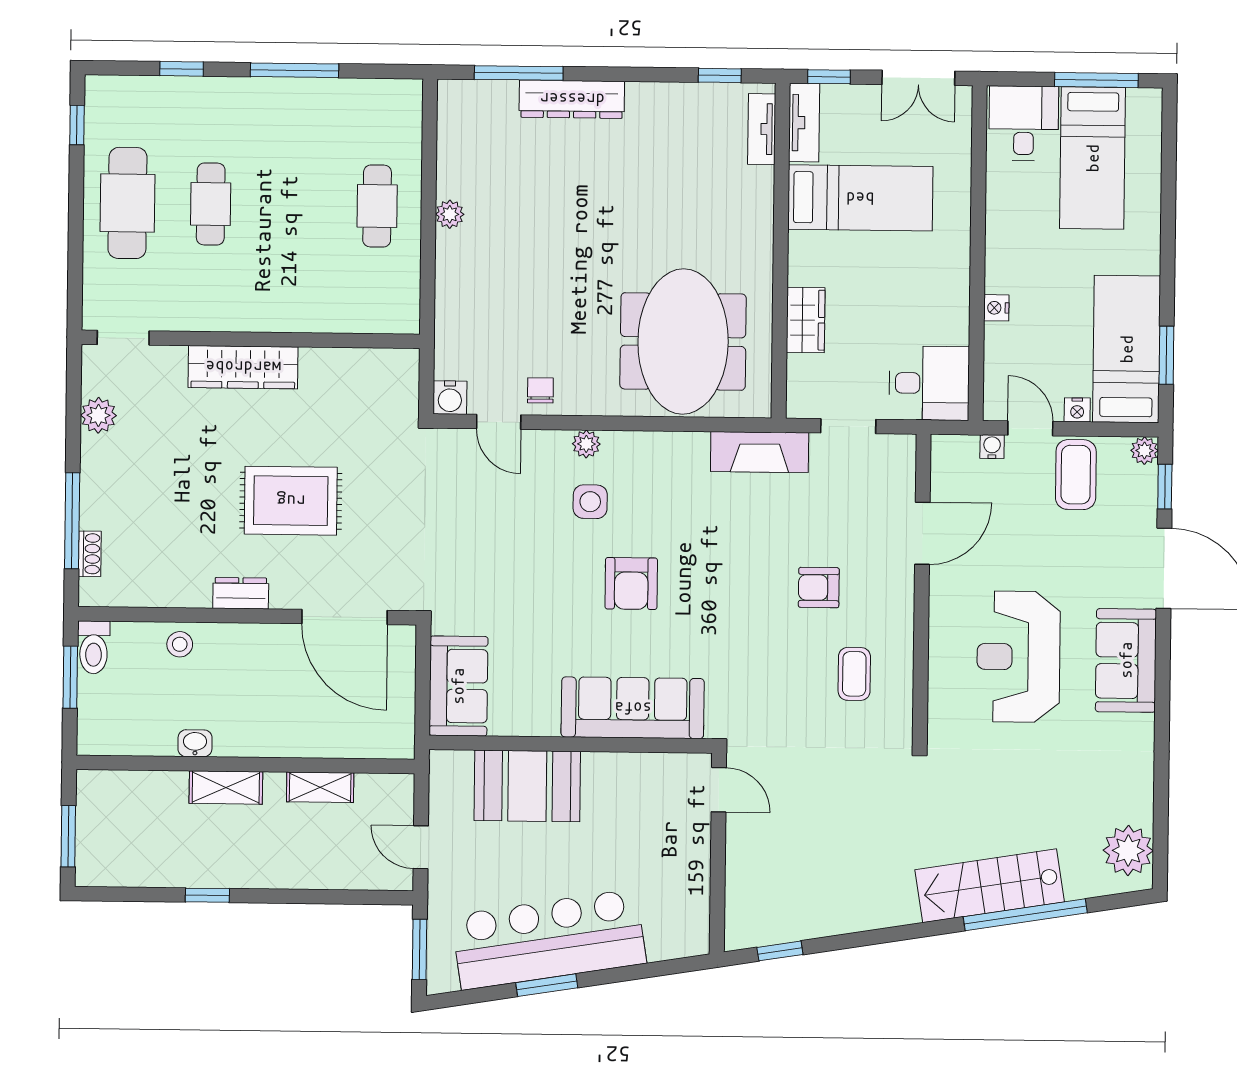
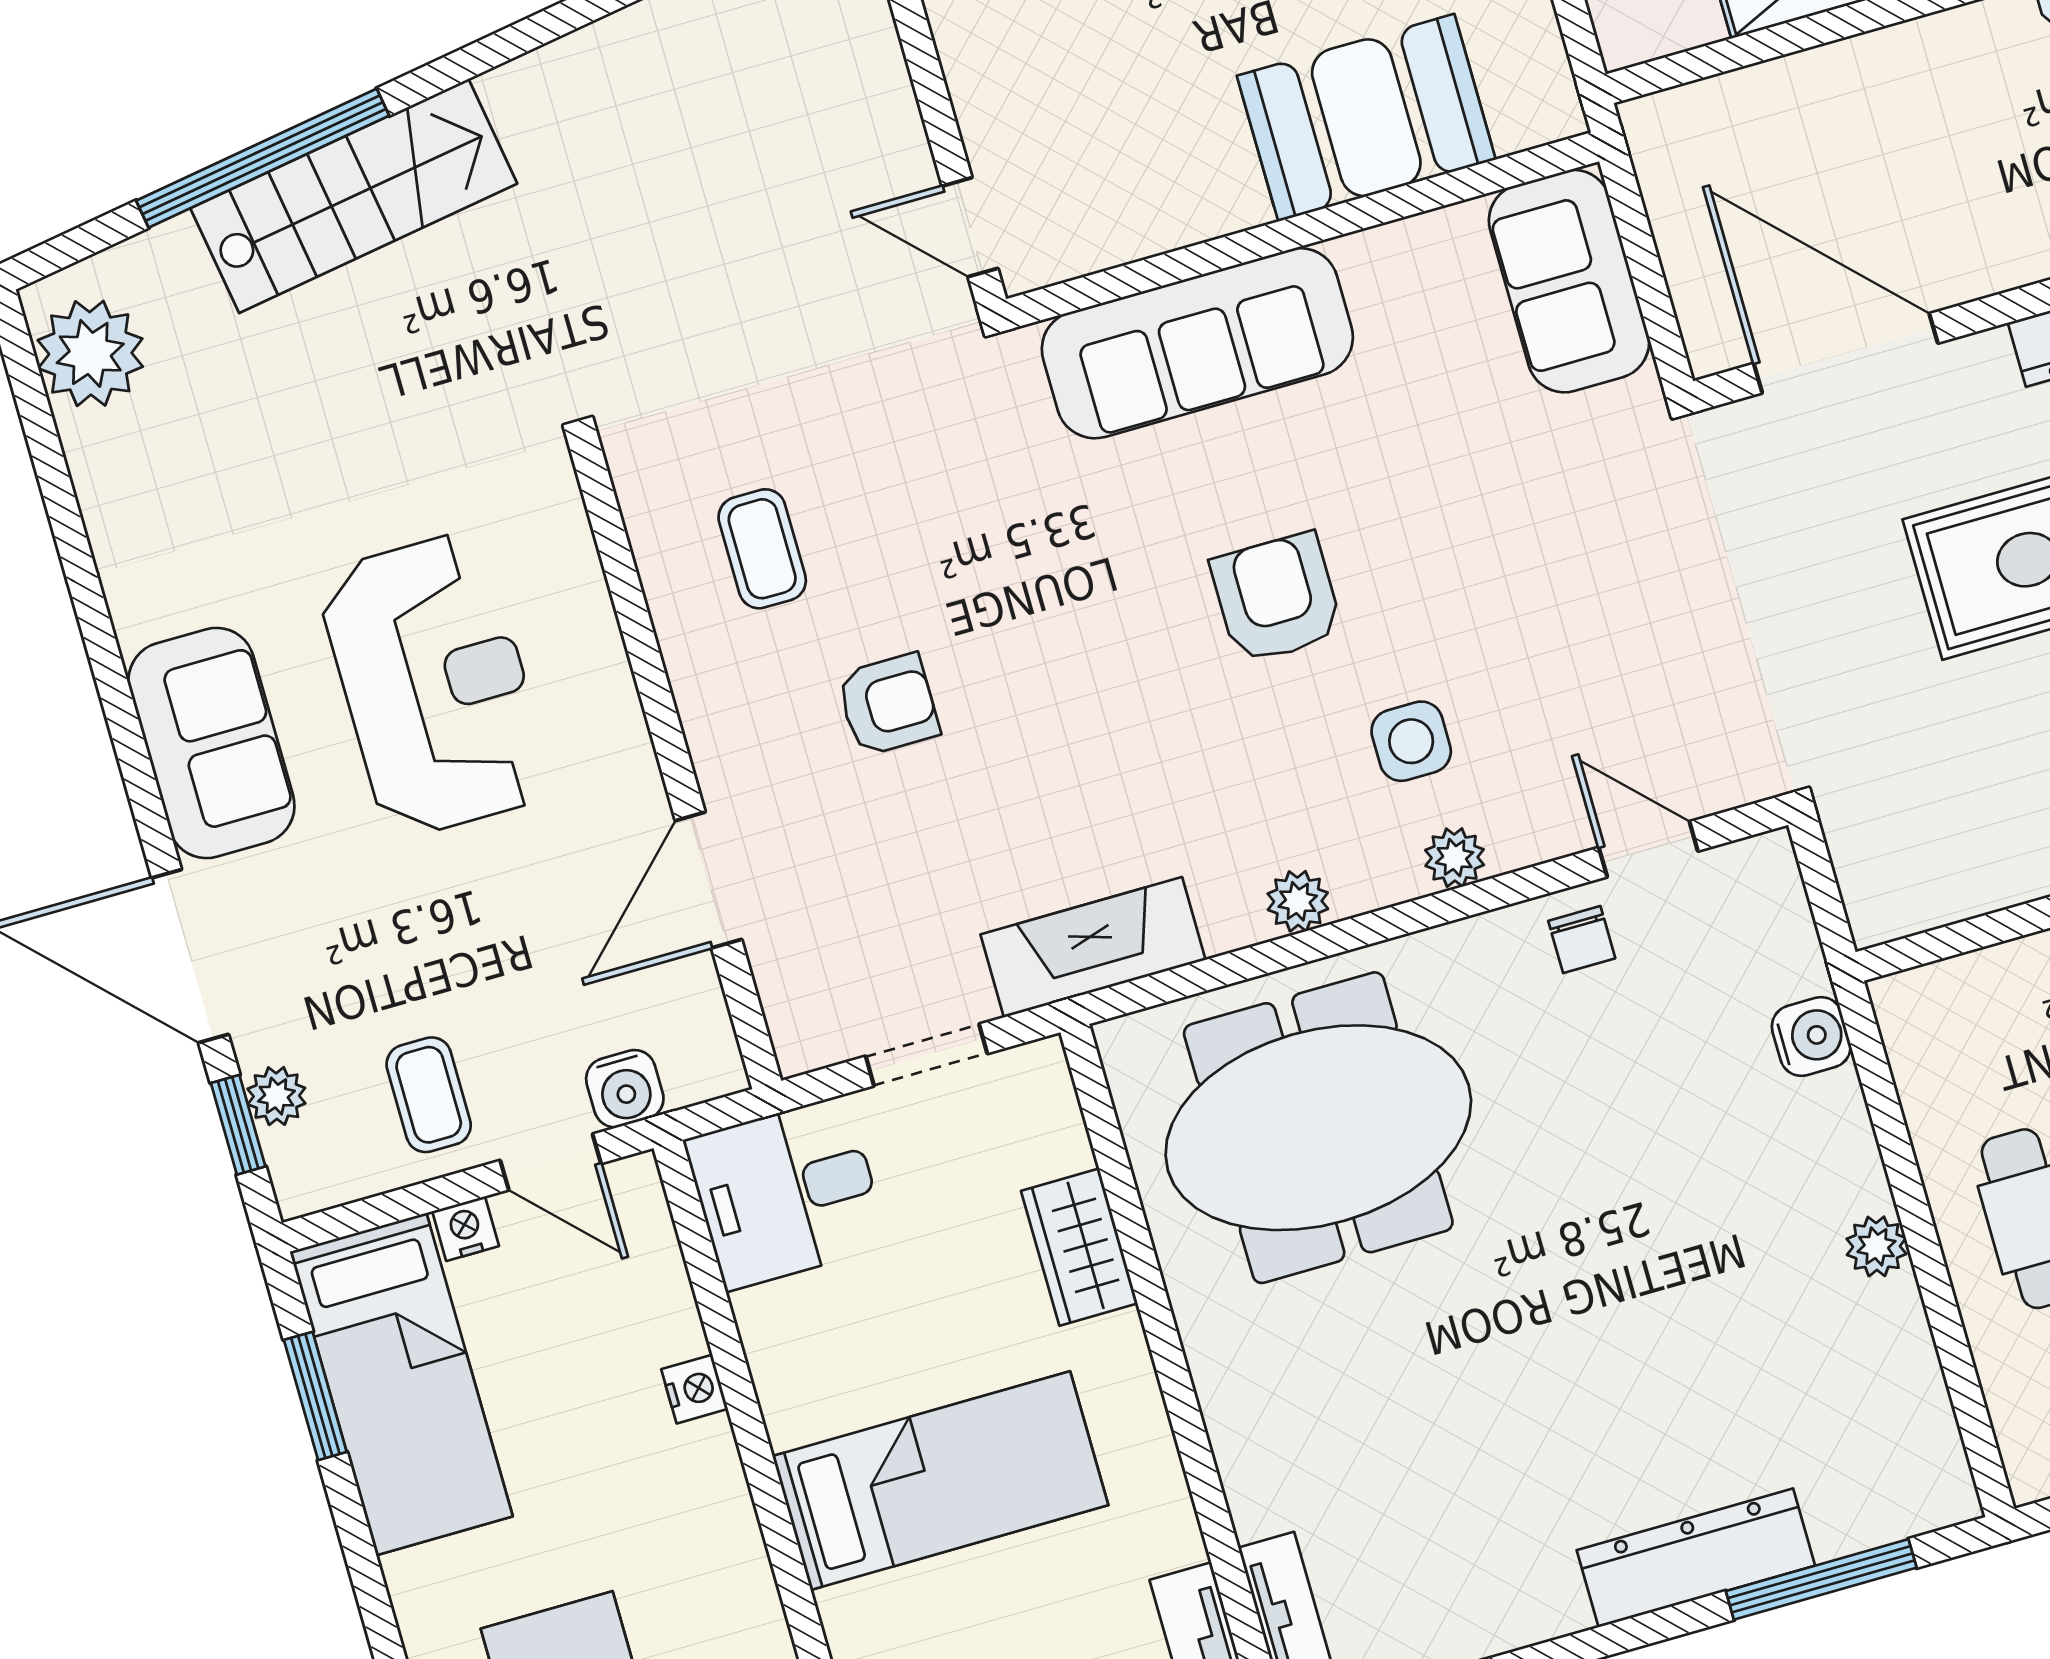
bed: (860, 198) -> (940, 1481), moved, turned 180
meeting table: (683, 341) -> (1318, 1128), turned 90
water cooler: (450, 398) -> (1811, 1036), moved, turned 90
plant: (662, 445) -> (1298, 901), added
water cooler: (992, 447) -> (625, 1089), width x1.38, depth x1.38
plant: (1144, 451) -> (276, 1096), moved
coffee table: (1076, 475) -> (429, 1095), width x0.73, depth x0.77

